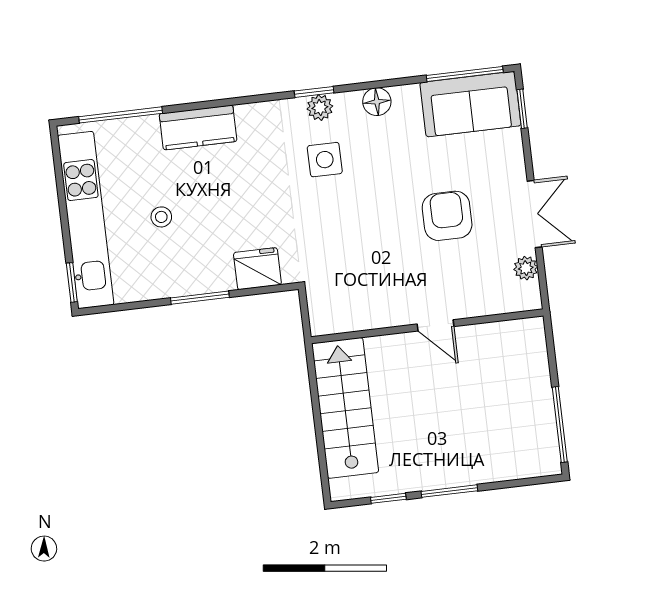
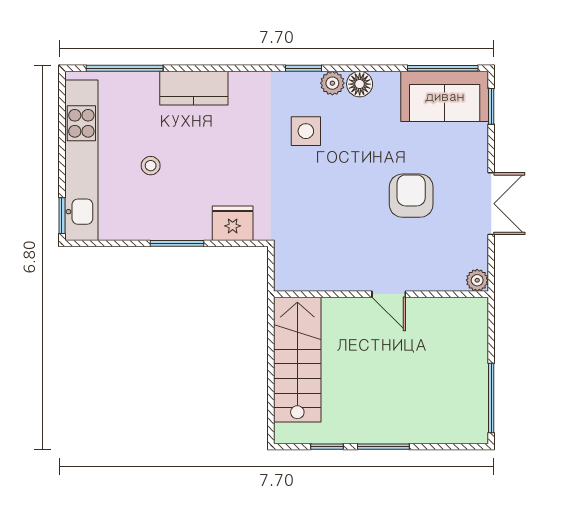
plant: (320, 108) -> (332, 83), moved
plant: (526, 268) -> (477, 280), moved

